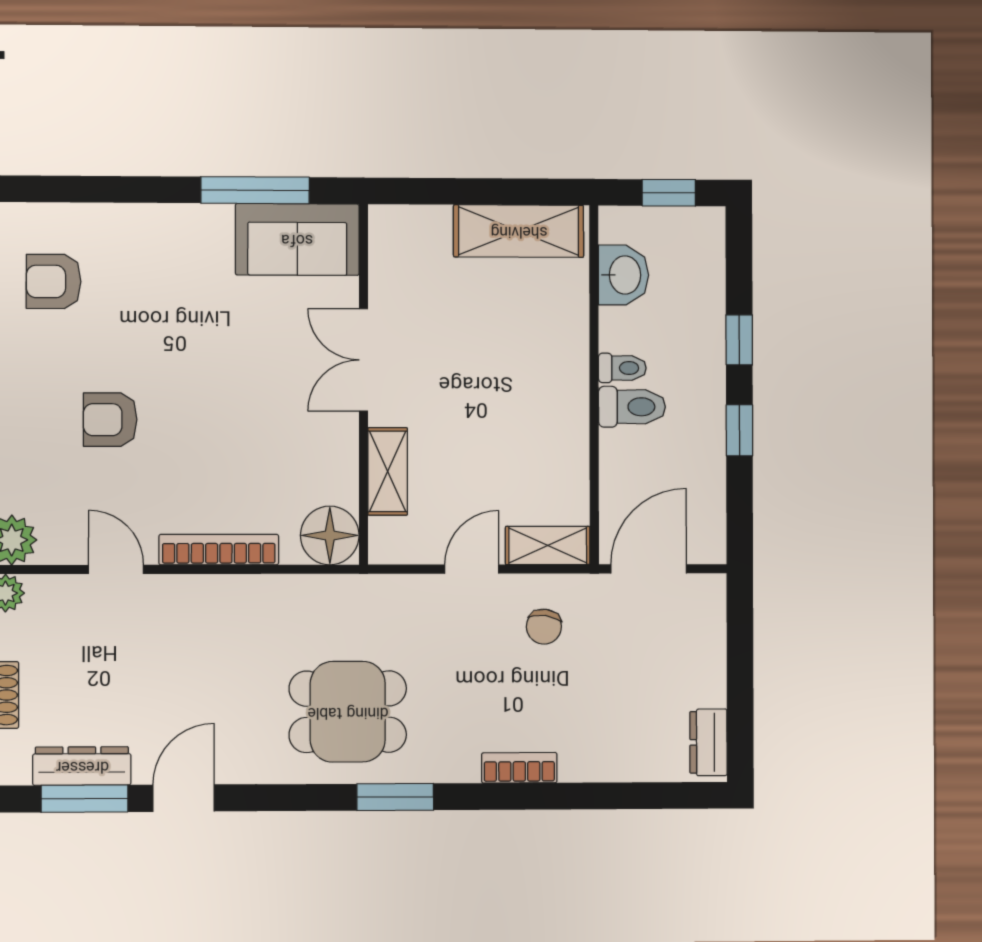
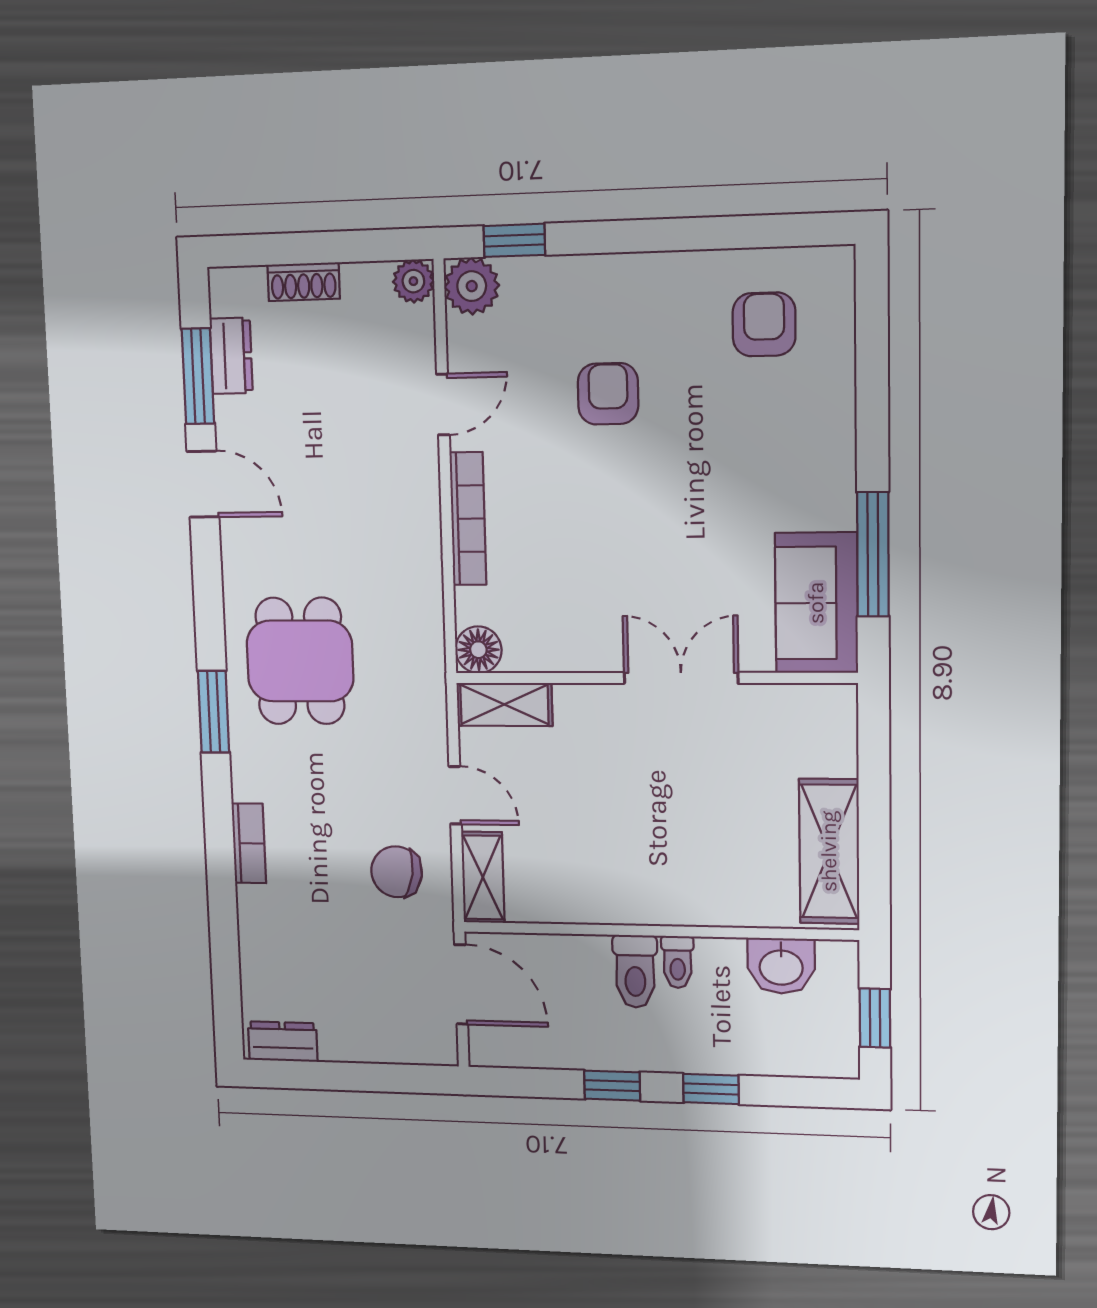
shelving: (388, 471) -> (504, 704), moved
floor lamp: (330, 535) -> (478, 650), width x0.73, depth x0.73
chair: (544, 627) -> (397, 872), width x1.37, depth x1.37
dresser: (82, 766) -> (231, 356), width x0.70

